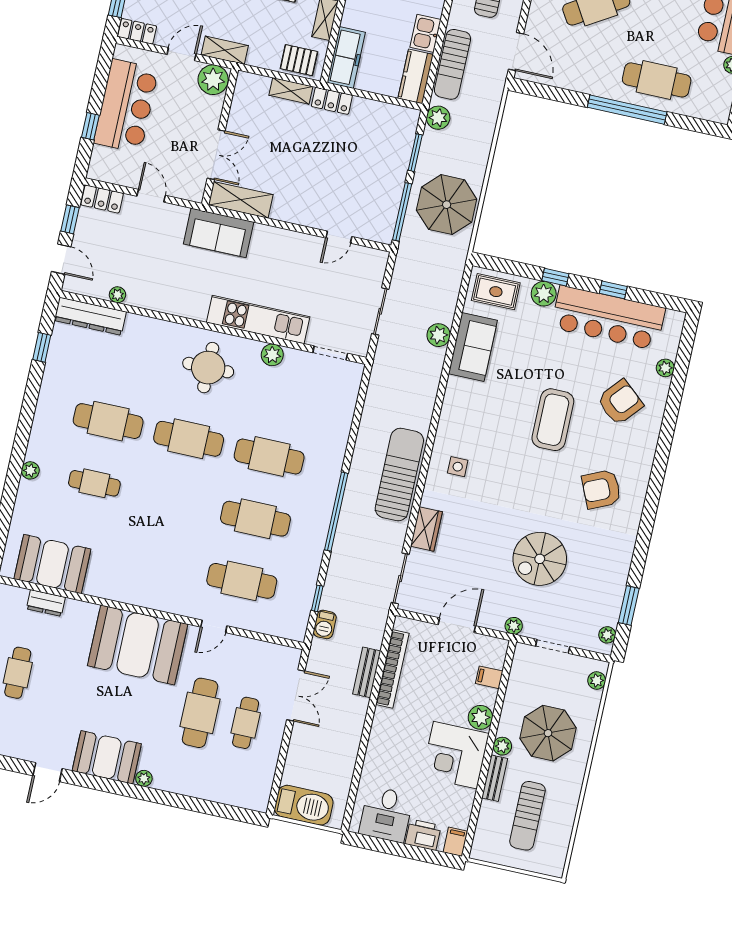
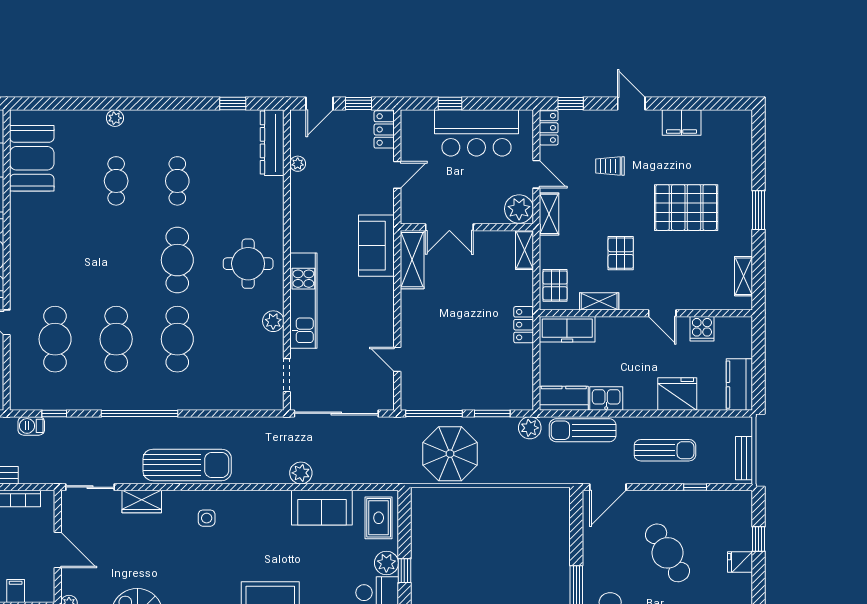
shelving: (291, 91) -> (525, 250), moved
sliding door: (380, 311) -> (336, 413), width x1.86
plant: (439, 335) -> (301, 473), moved
cafe table: (108, 421) -> (177, 181), width x0.73, depth x0.74

